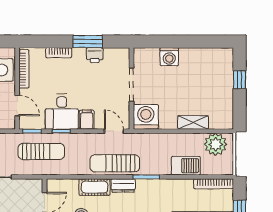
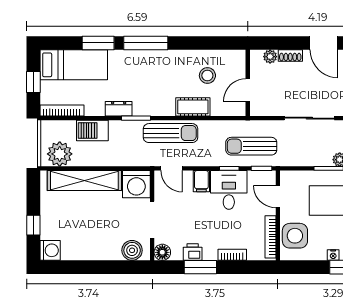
floor lamp: (122, 55) -> (162, 252), added
boiler: (150, 57) -> (132, 250), added
washing machine: (169, 57) -> (50, 250), moved, turned 90
shelving: (193, 122) -> (84, 181), width x2.20, depth x1.33
dresser: (123, 185) -> (119, 109), moved

